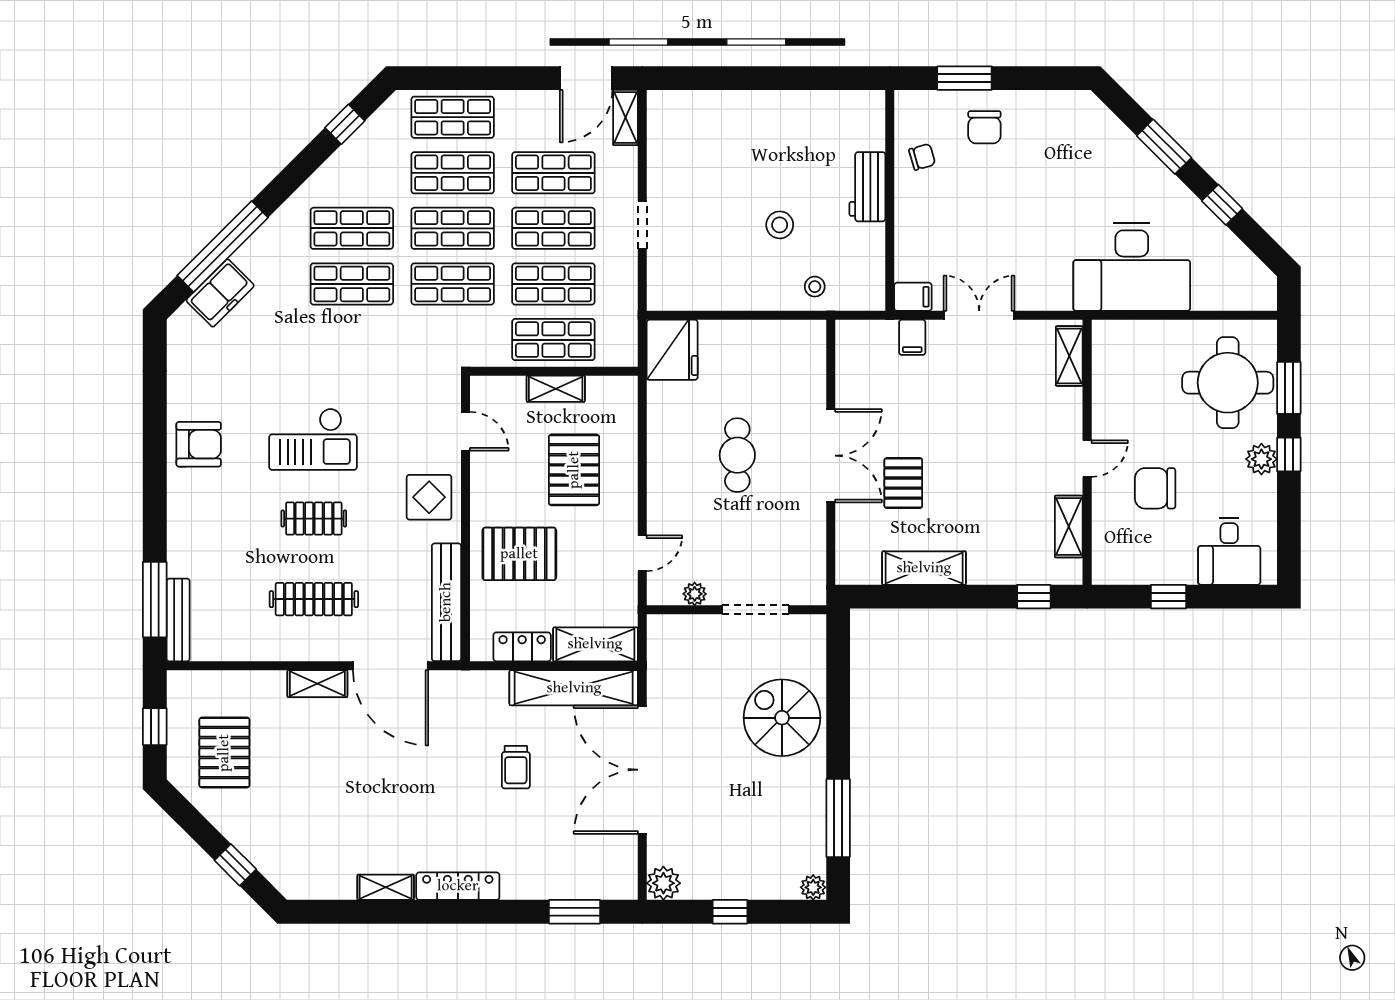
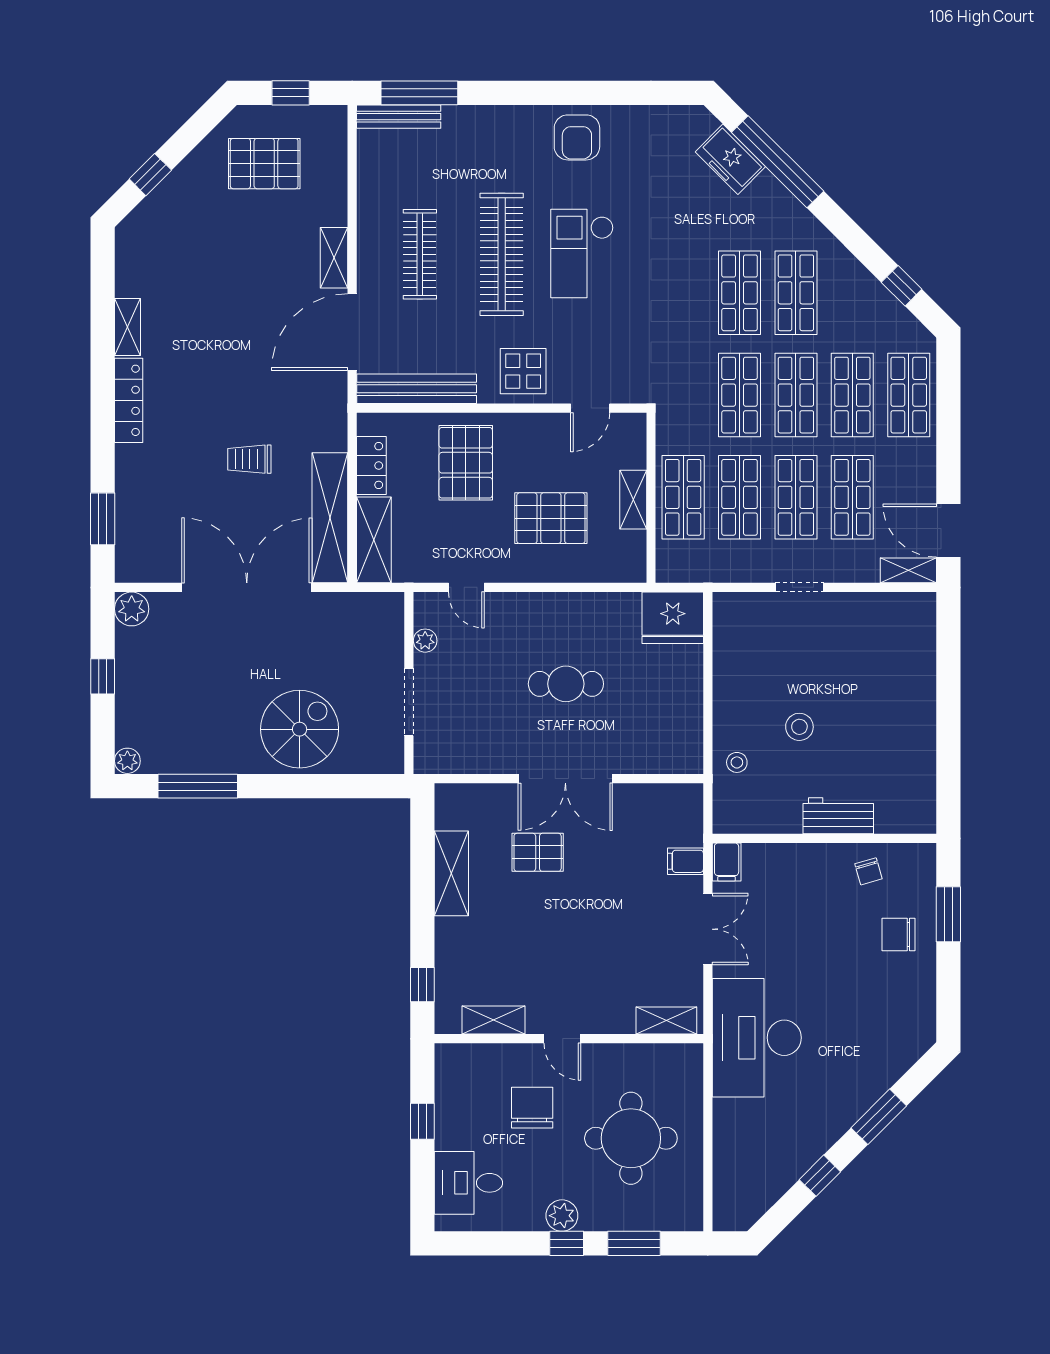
desk: (1132, 267) -> (757, 1038), moved
round table: (1228, 383) -> (631, 1138), moved
clothes rail: (314, 519) -> (502, 254), width x1.86, depth x1.31

